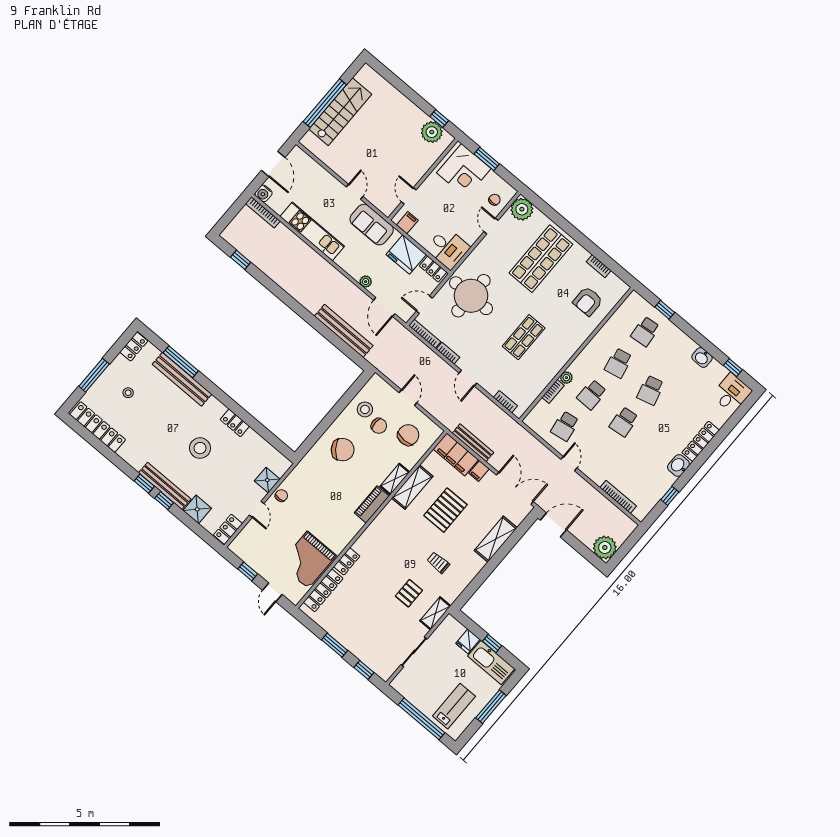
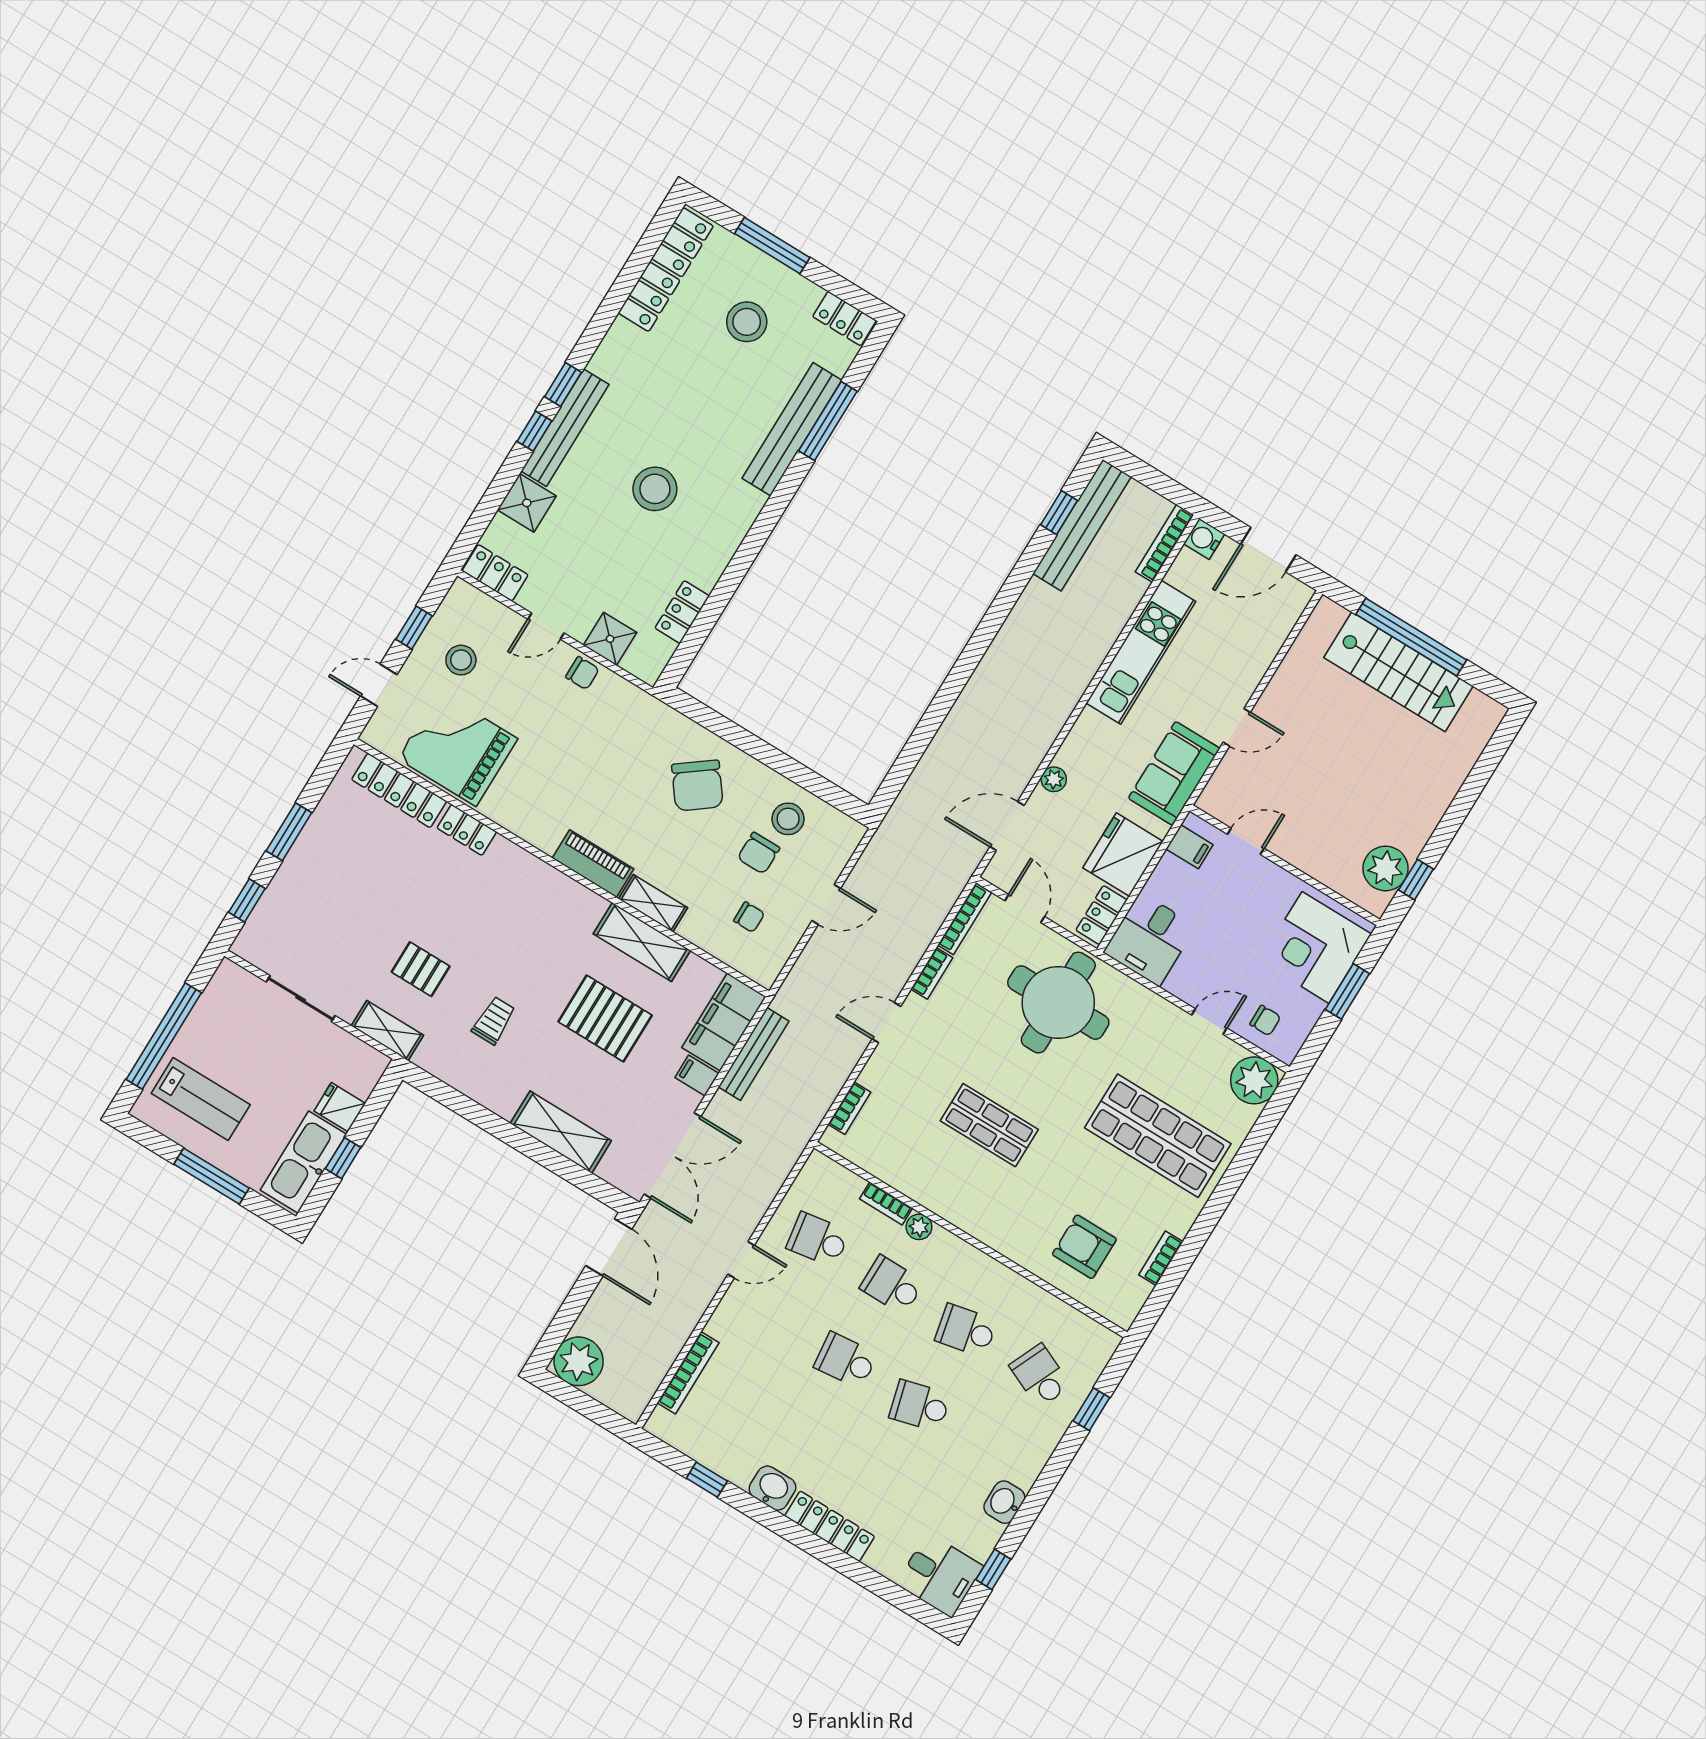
bench: (344, 331) -> (1082, 525), moved
school desk: (645, 331) -> (1040, 1376), turned 30
stool: (128, 393) -> (747, 322), width x1.89, depth x1.89
locker: (235, 423) -> (682, 612), moved
chair: (408, 435) -> (749, 917), width x0.54, depth x0.54
stool: (266, 552) -> (461, 660), added

